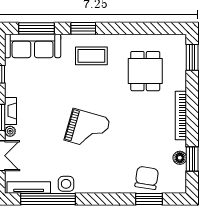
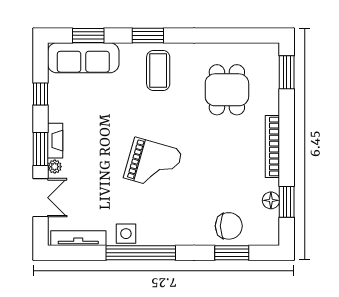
window: (37, 28) -> (88, 35), width x0.69
coffee table: (91, 56) -> (158, 70), turned 90
chair: (147, 178) -> (229, 226), turned 81
window: (48, 199) -> (141, 253), moved

